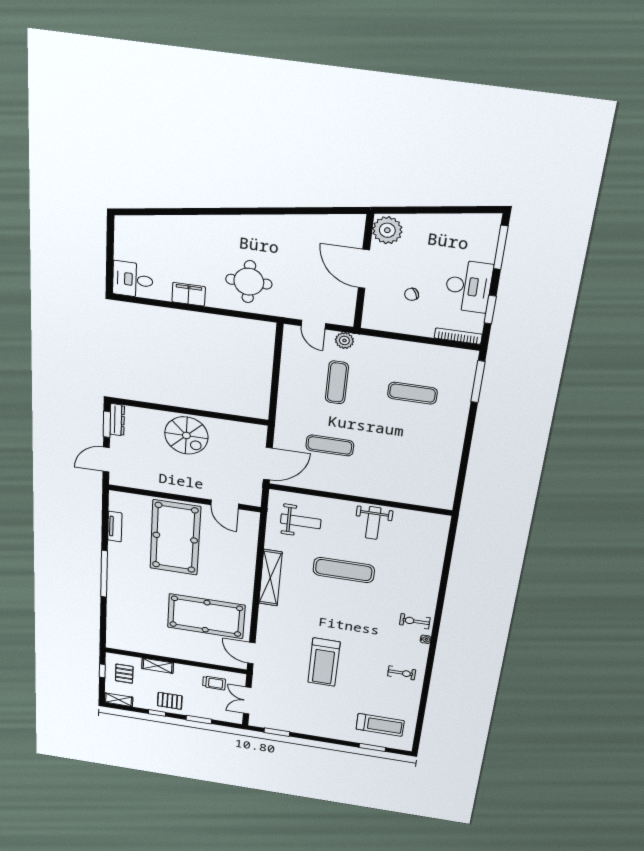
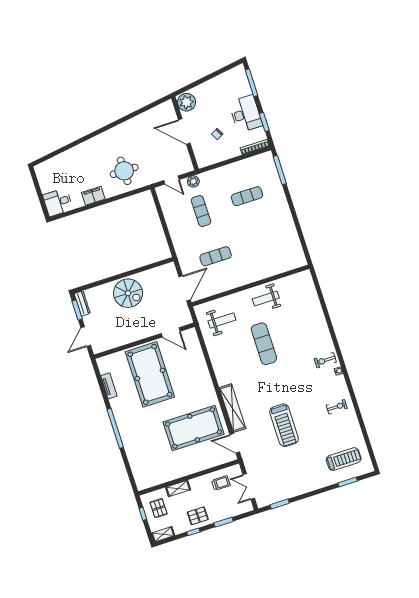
weight bench: (373, 523) -> (266, 299), turned 90
exercise mat: (344, 570) -> (264, 344), turned 90
shelving: (270, 578) -> (232, 408), moved

